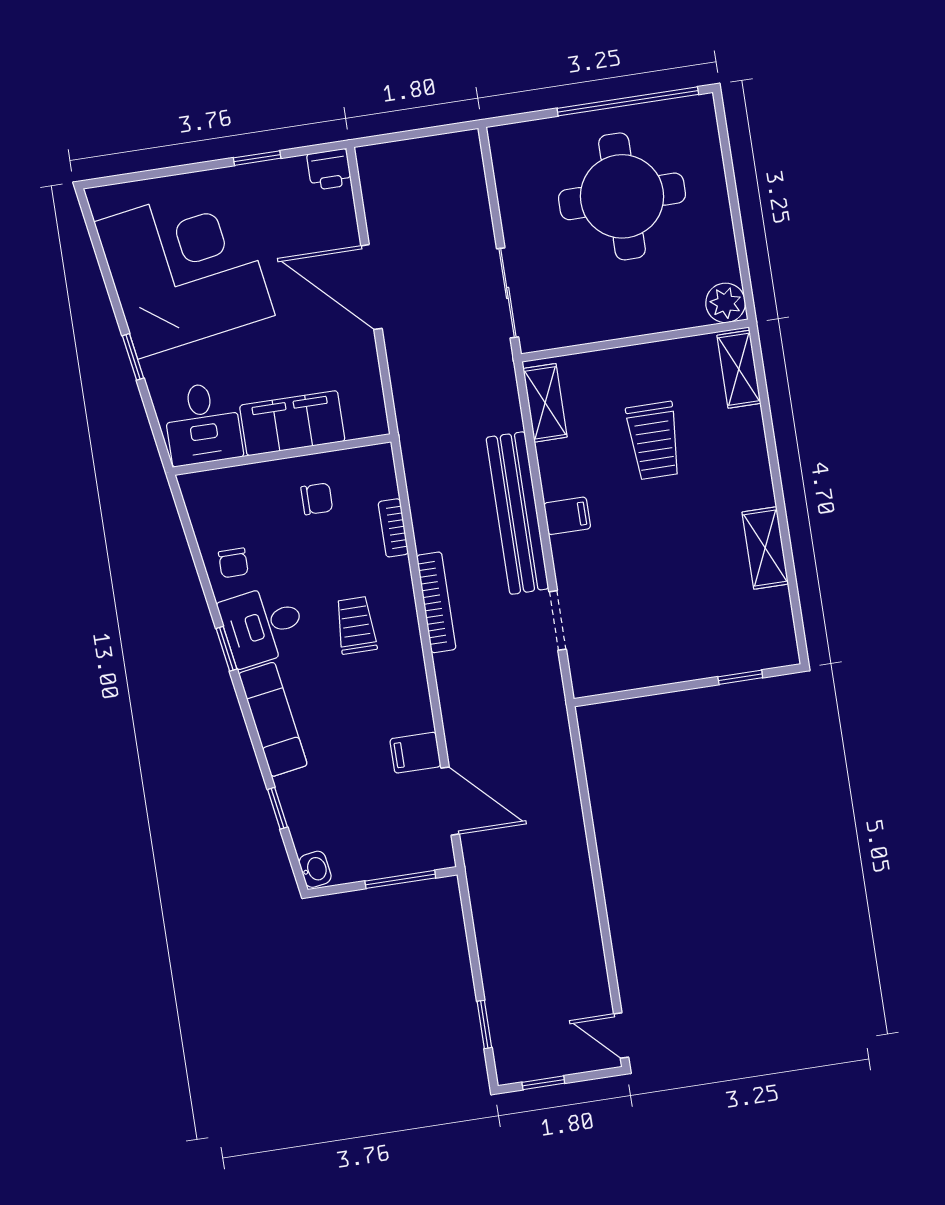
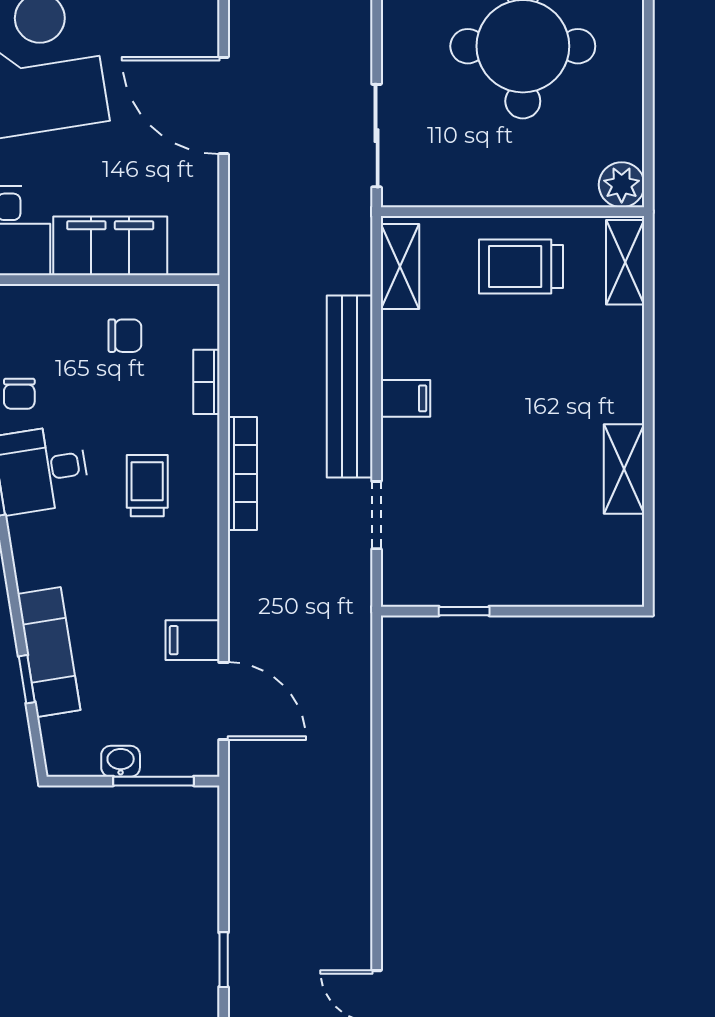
trolley: (654, 441) -> (521, 266), moved, turned 90
window: (740, 677) -> (464, 611), moved
exam couch: (273, 719) -> (49, 652), moved
washbasin: (315, 869) -> (121, 761), moved, turned -81

